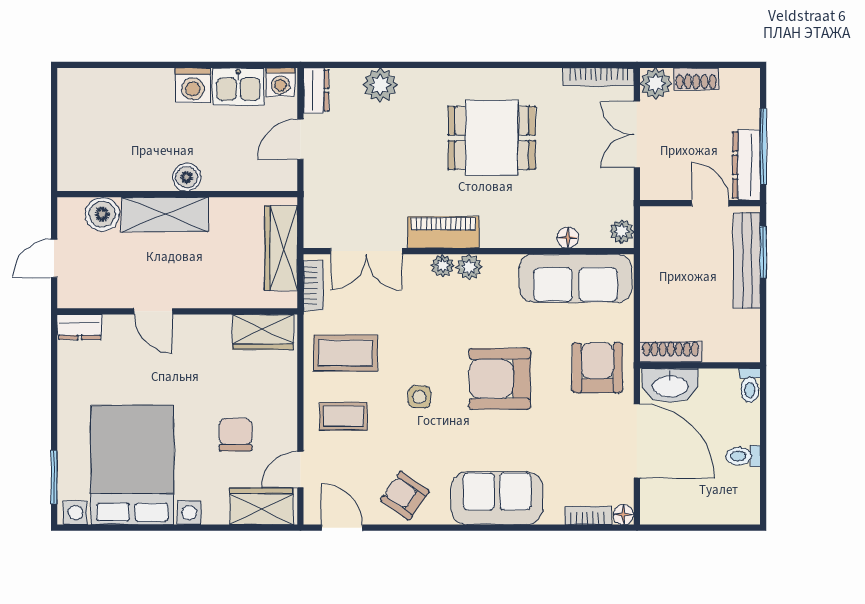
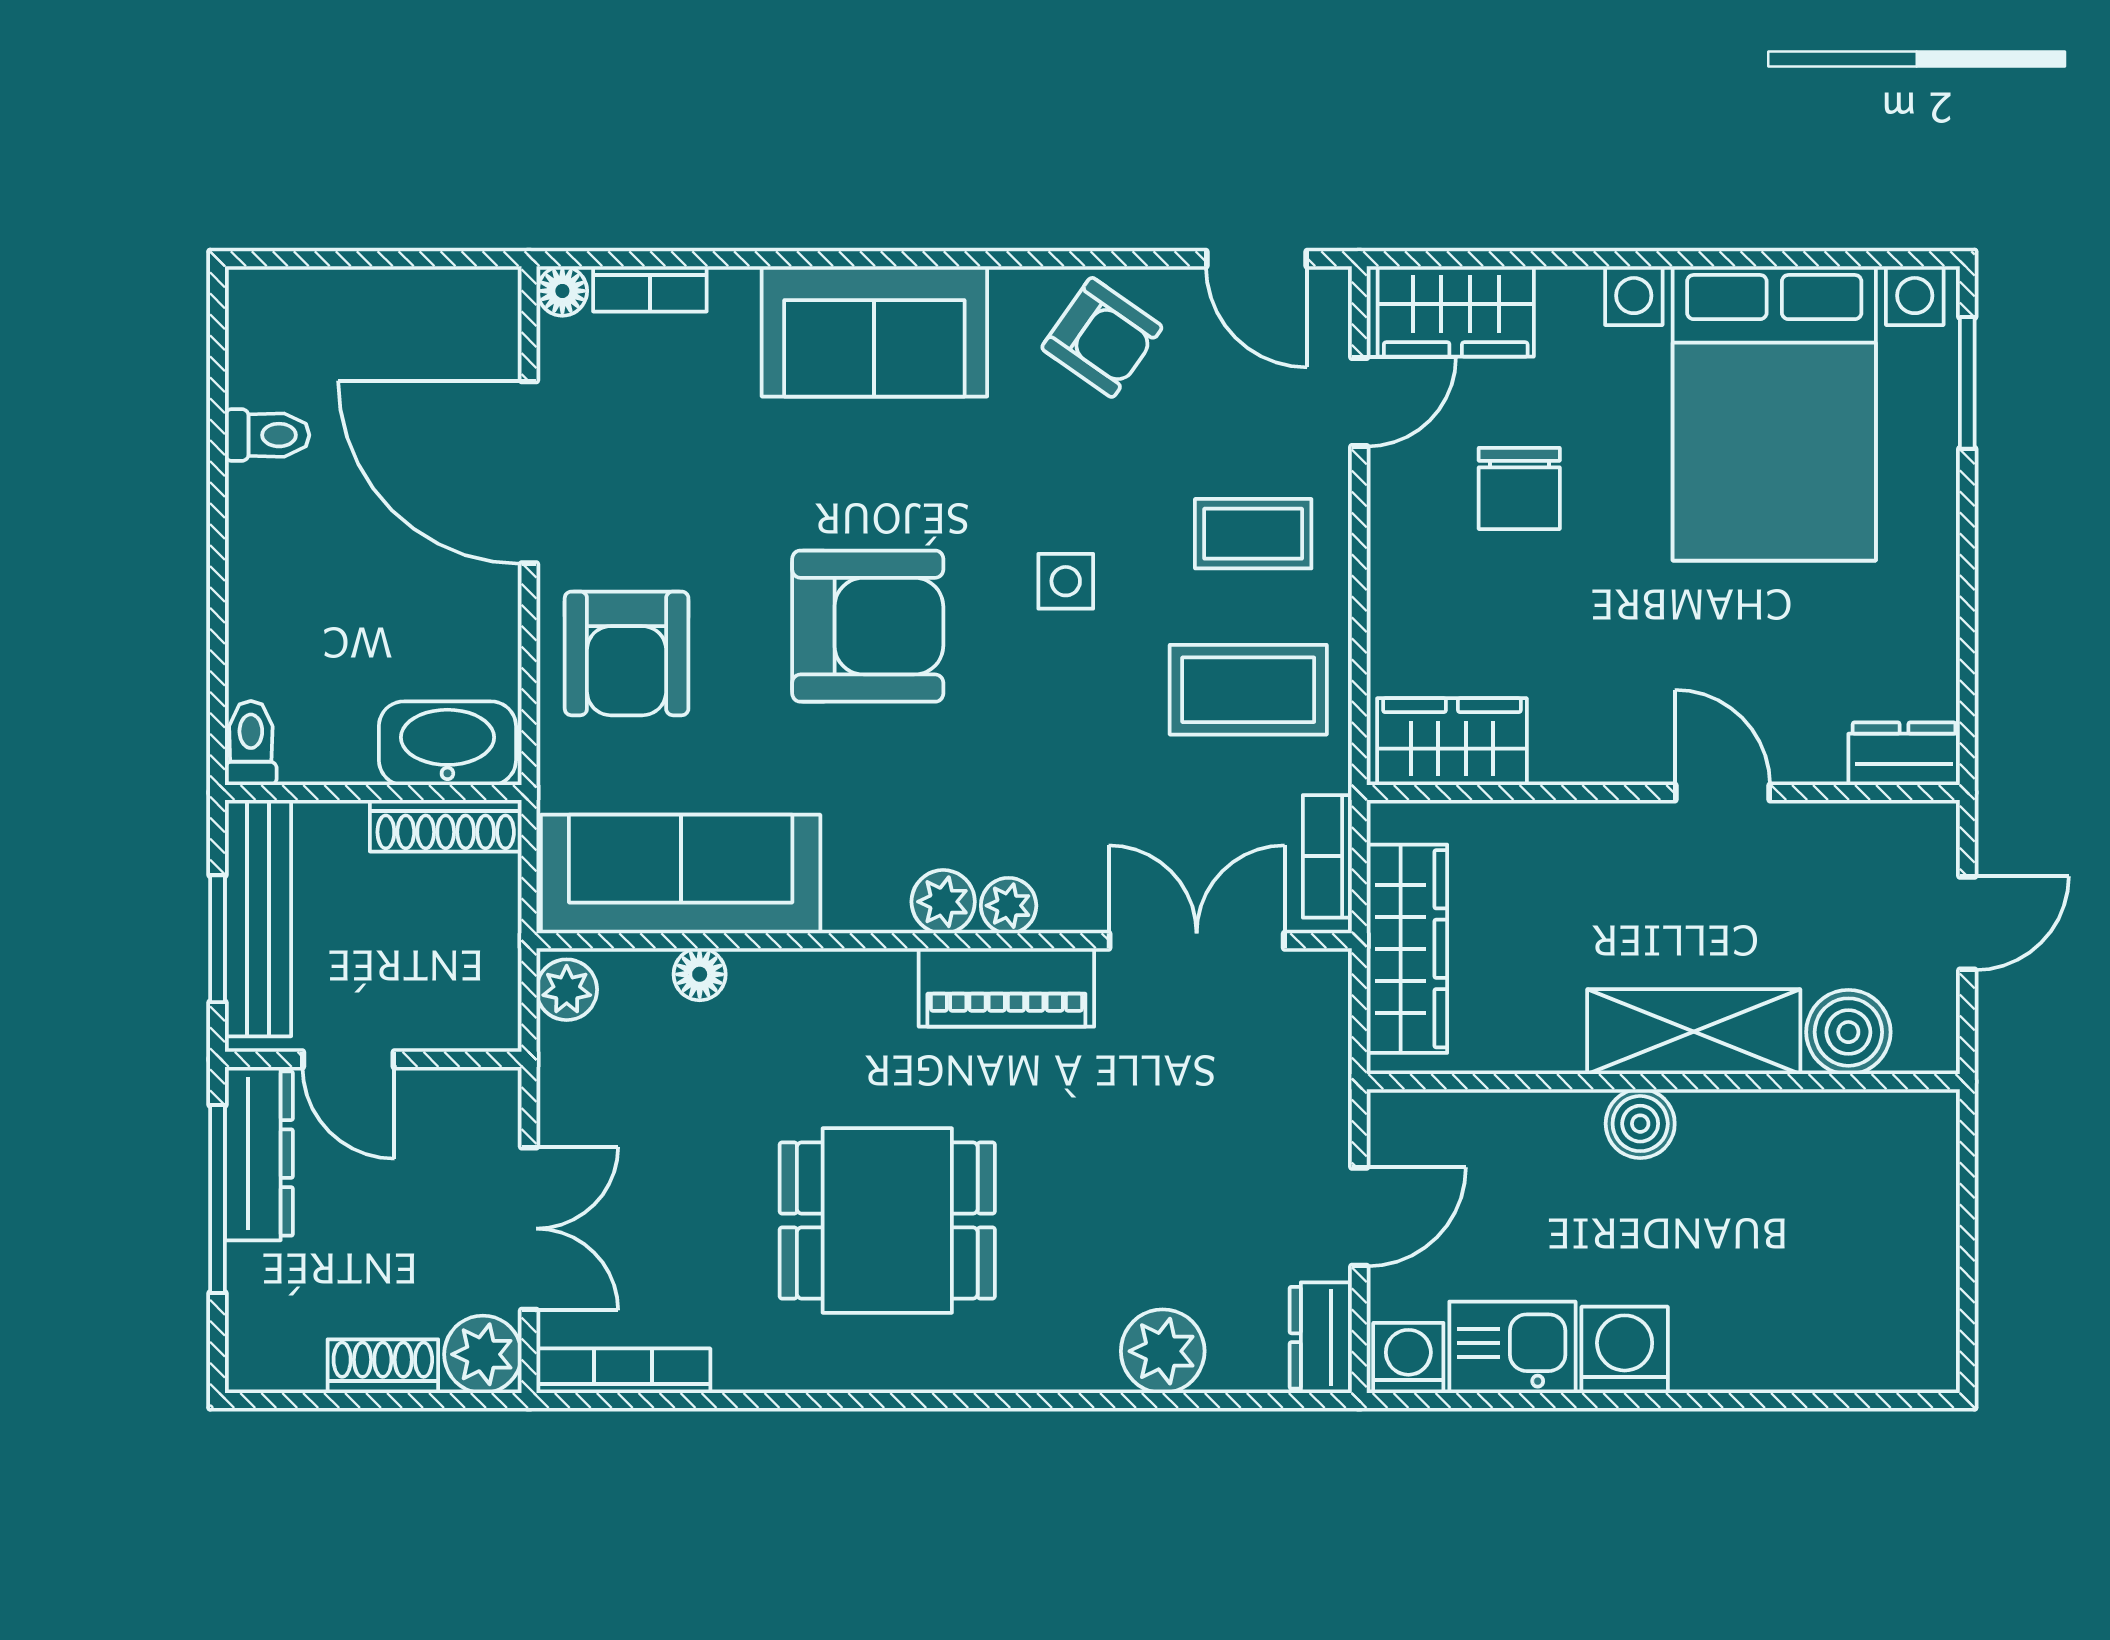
shoe rack: (671, 352) -> (446, 826), moved
wall: (700, 365) -> (373, 793), moved
washbasin: (670, 385) -> (447, 743), moved
toilet: (750, 385) -> (251, 743), moved

